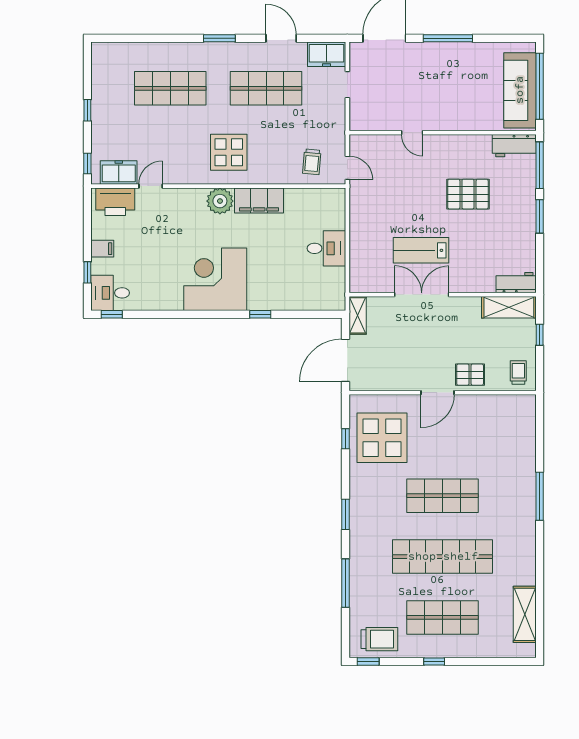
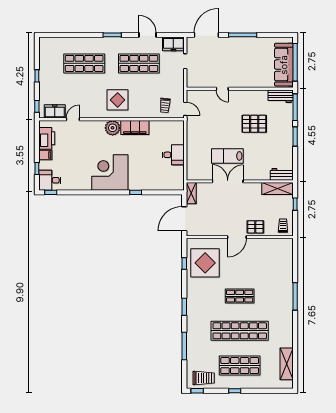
printer: (115, 202) -> (47, 138), moved, turned -90
shop shelf: (443, 496) -> (240, 296), width x0.70, depth x0.74

